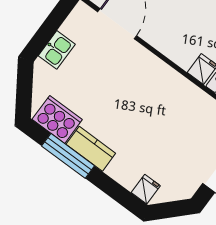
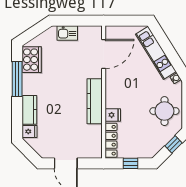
kitchen counter: (168, 79) -> (95, 101), added
kitchen counter: (91, 149) -> (29, 110), moved

